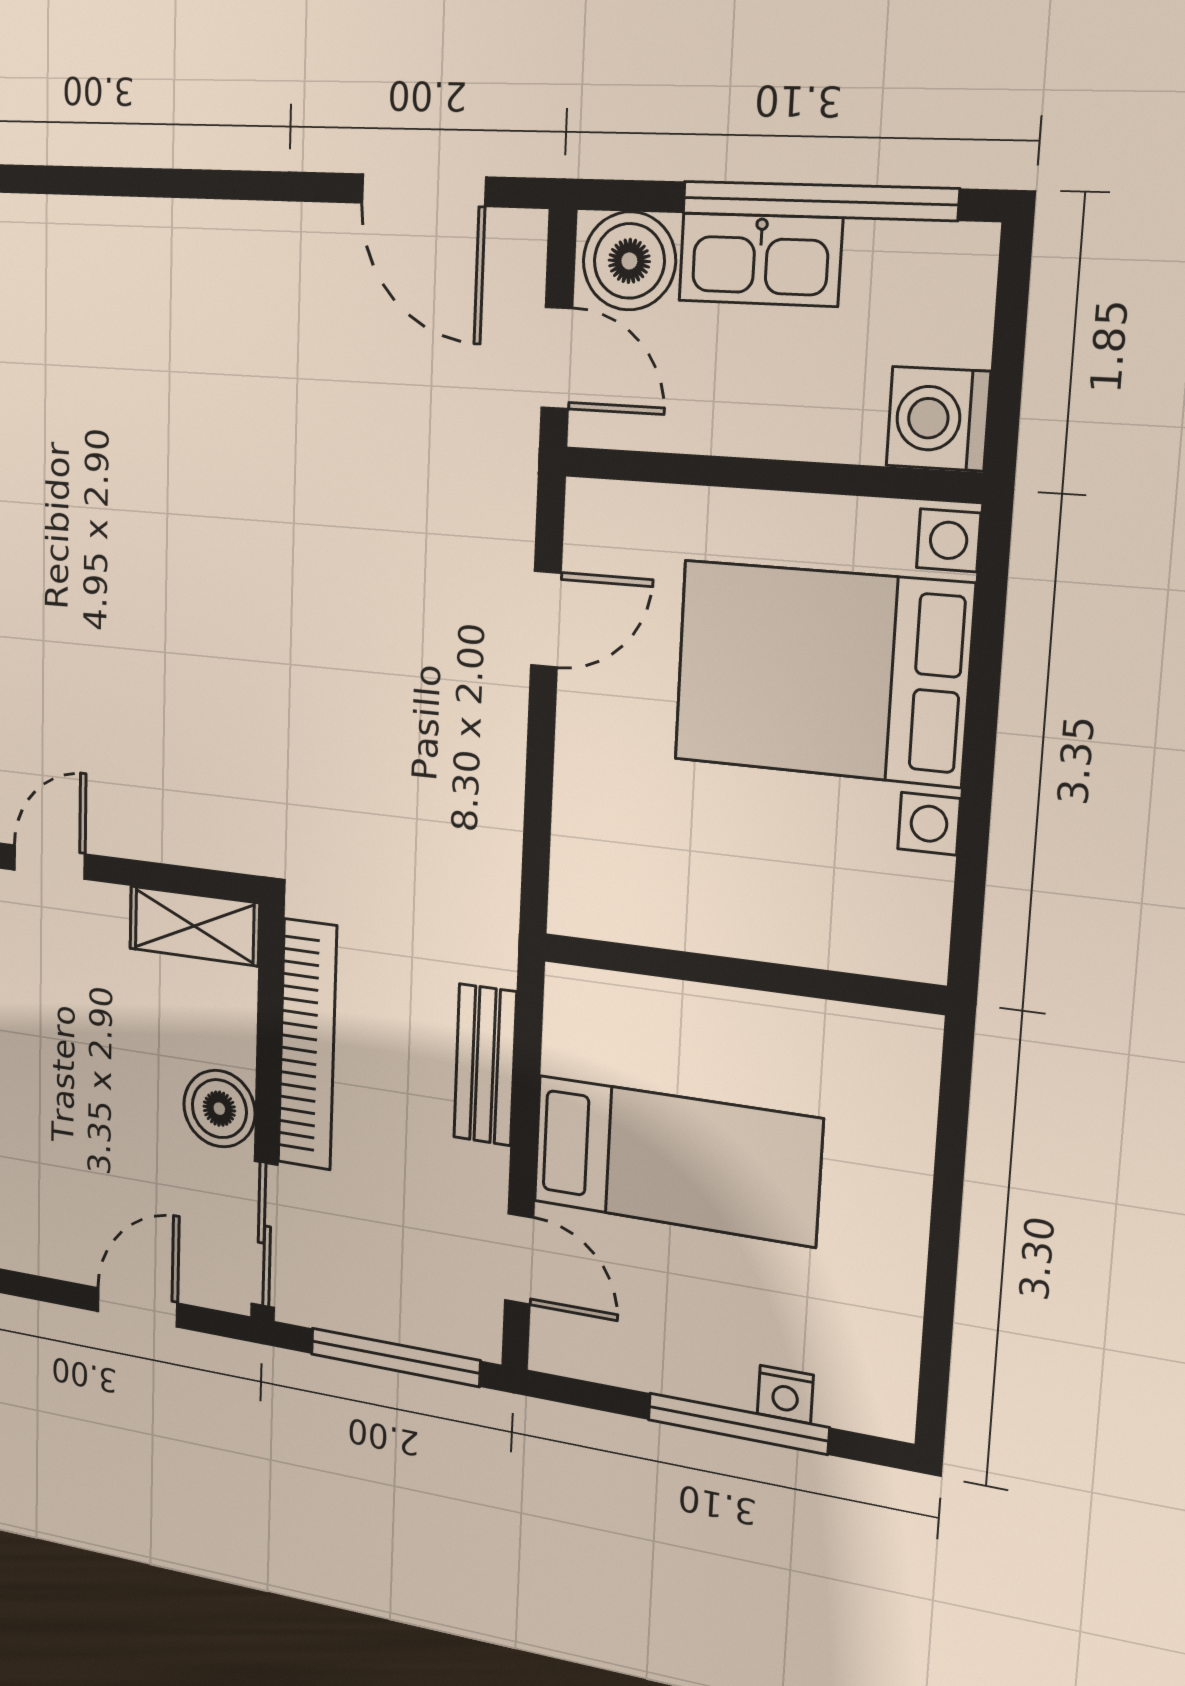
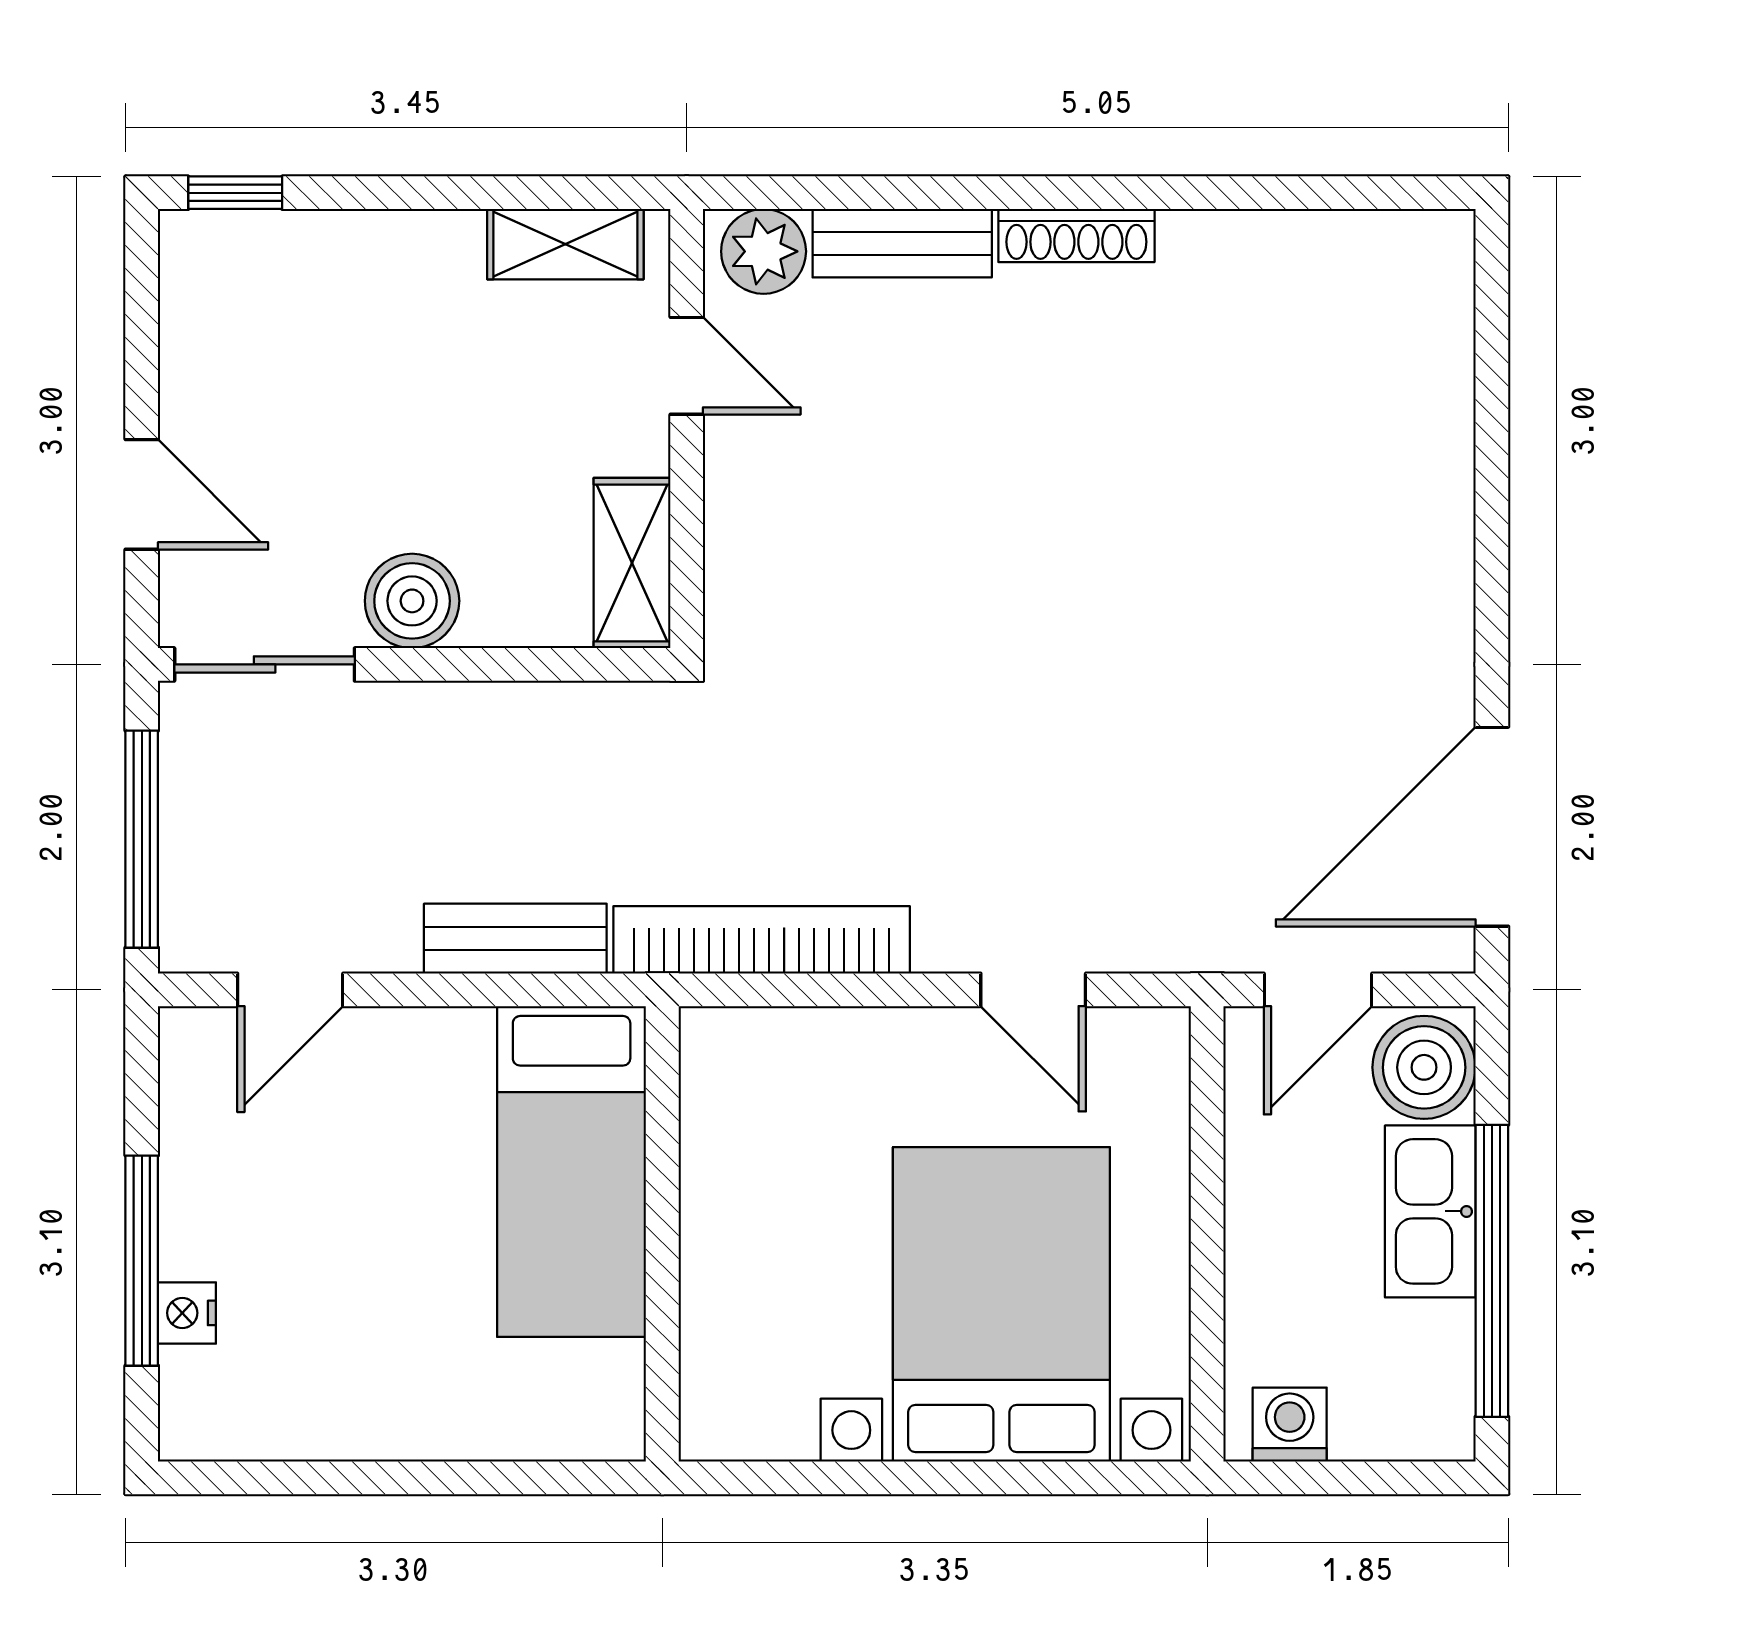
door: (423, 190) -> (1492, 827), width x1.36
washing machine: (938, 419) -> (1290, 1425), width x0.73, depth x0.73
bookcase: (307, 1045) -> (762, 940), moved, turned 180
bed: (676, 1160) -> (572, 1171), moved

